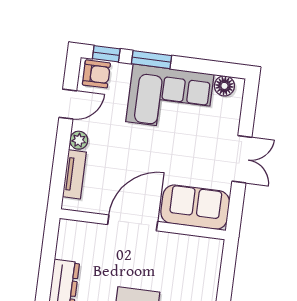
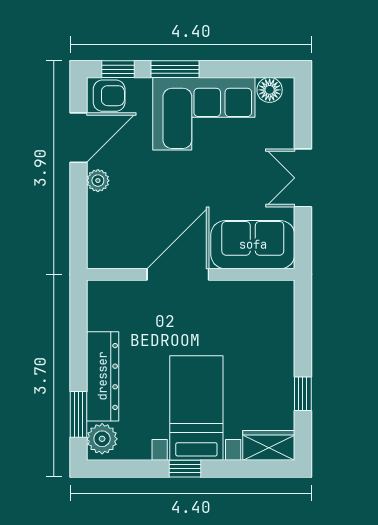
door: (68, 104) -> (78, 138), width x1.38
double door: (242, 159) -> (303, 178), swing flipped
tv unit: (74, 174) -> (98, 224), removed

